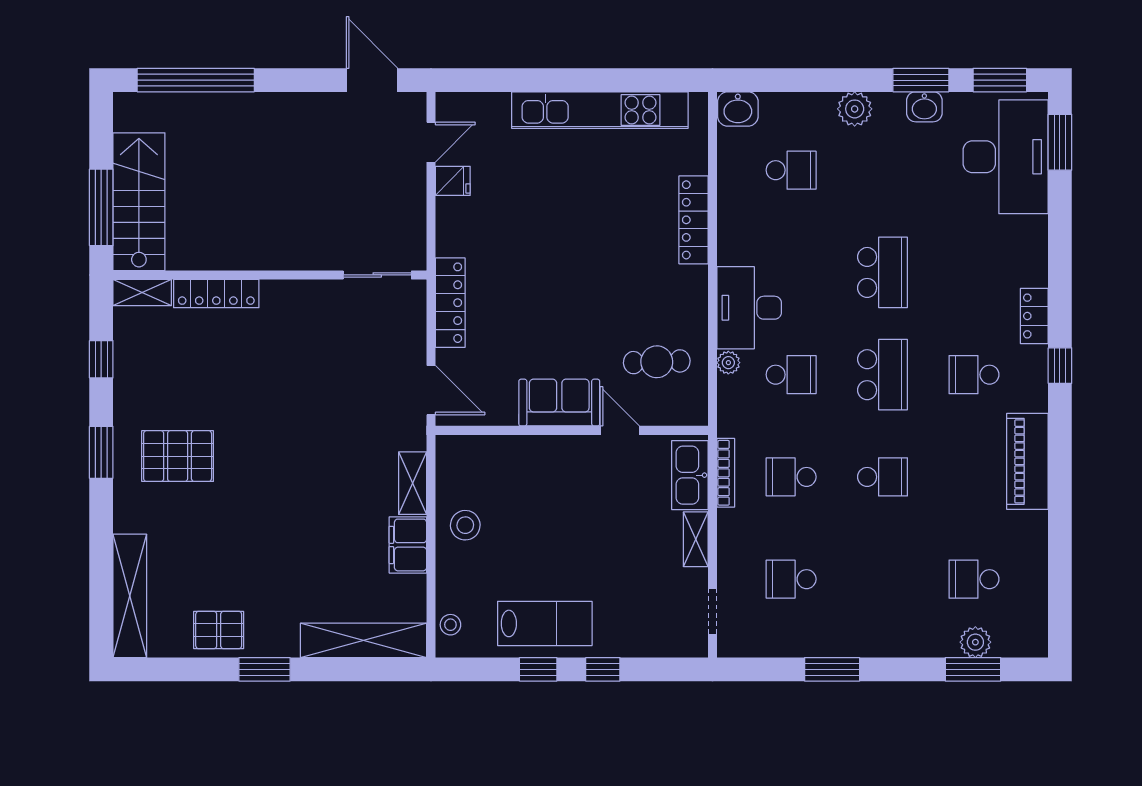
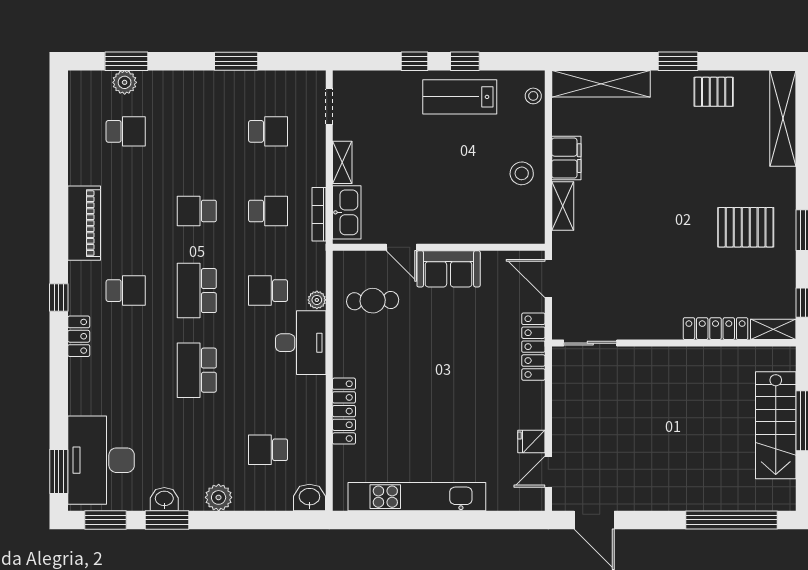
wall: (270, 275) -> (674, 343), moved
sliding door: (377, 275) -> (590, 343), moved
shelving: (142, 293) -> (773, 329), moved
locker: (216, 294) -> (716, 329), moved

